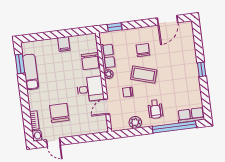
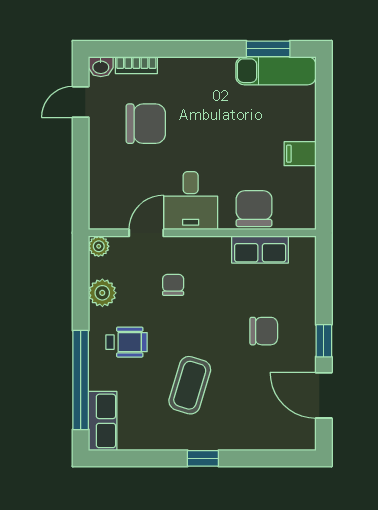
window: (115, 27) -> (324, 341), moved
chair: (90, 61) -> (254, 209), turned 90
exam couch: (31, 72) -> (276, 71), moved
plant: (108, 74) -> (99, 246), moved
coffee table: (144, 75) -> (190, 385), moved
door: (107, 107) -> (146, 233), hinge flipped
wheelchair: (155, 109) -> (126, 342), turned 180

